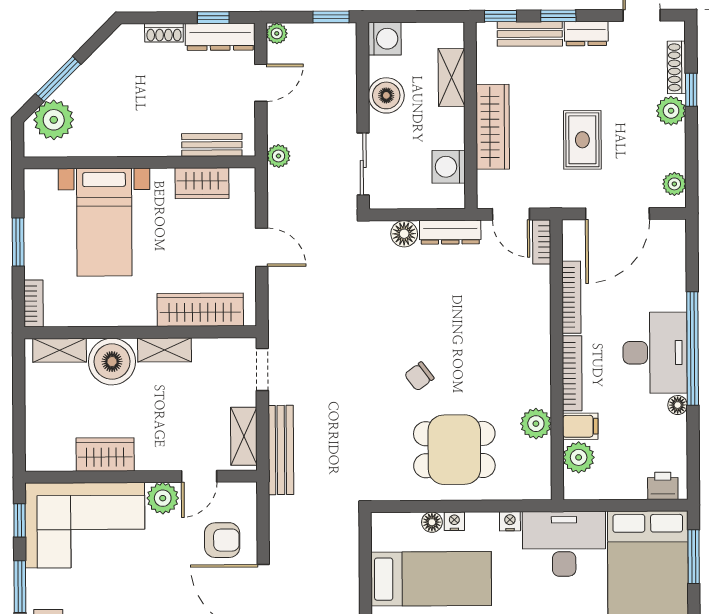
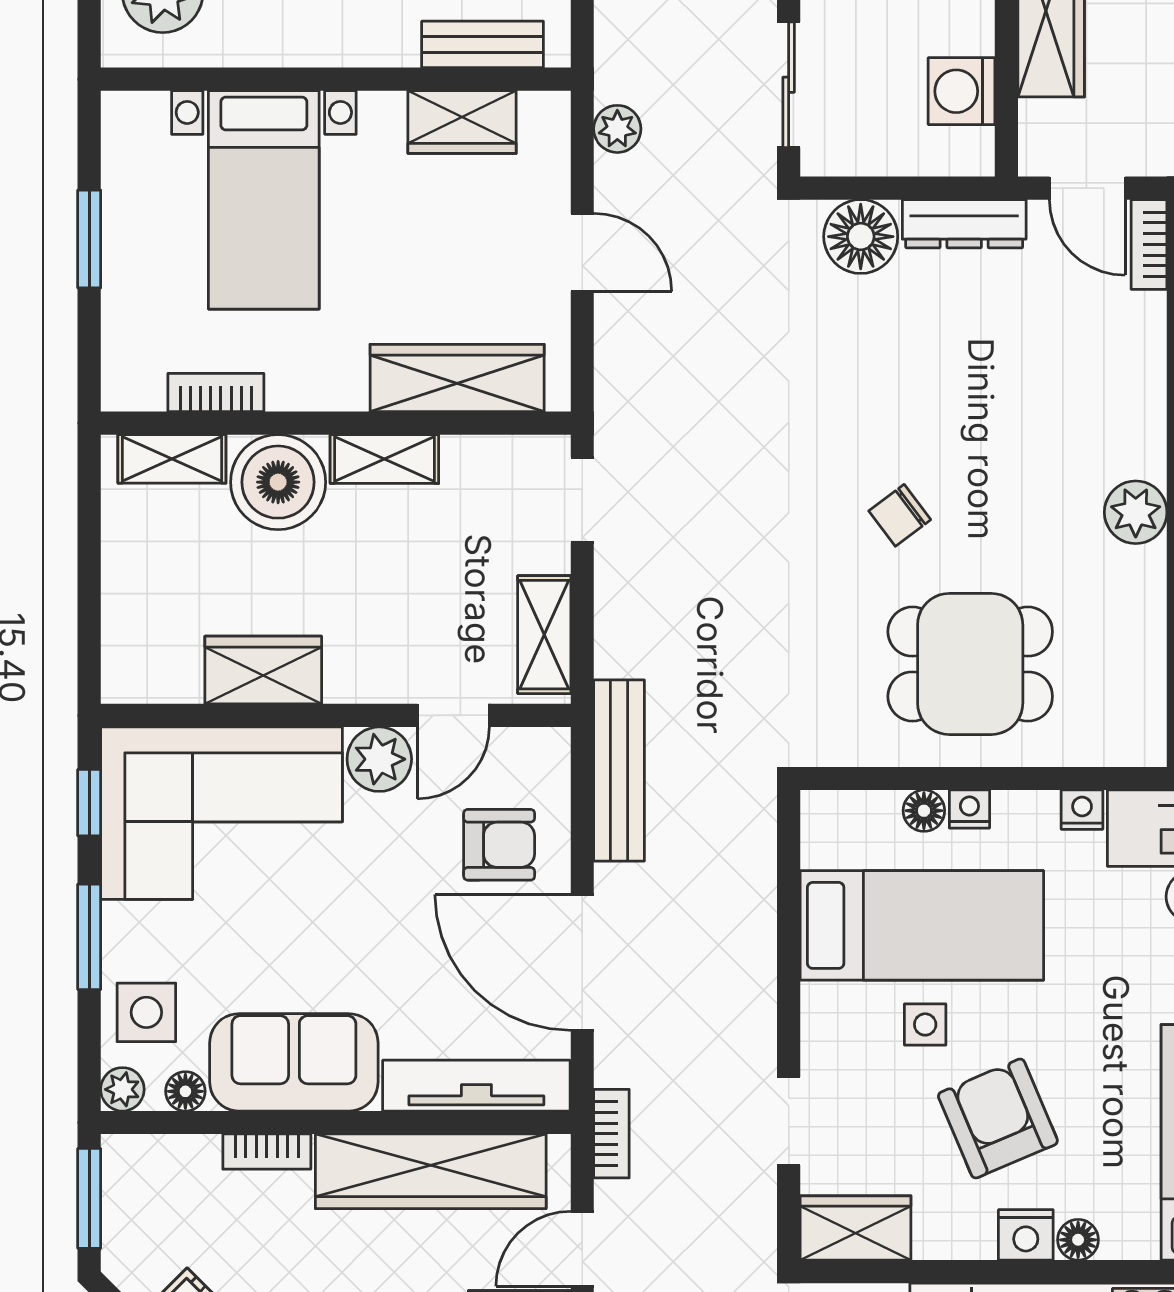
plant: (278, 156) -> (617, 129), moved
floor lamp: (404, 234) -> (861, 237), width x1.38, depth x1.38
bookcase: (34, 303) -> (216, 392), moved, turned -90
plant: (536, 424) -> (1136, 512), moved
bench: (281, 450) -> (619, 771), moved

